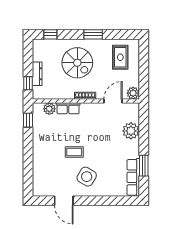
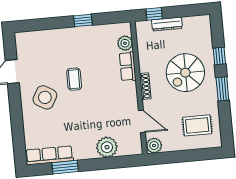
window: (50, 34) -> (219, 56), moved
window: (28, 120) -> (83, 20), moved

